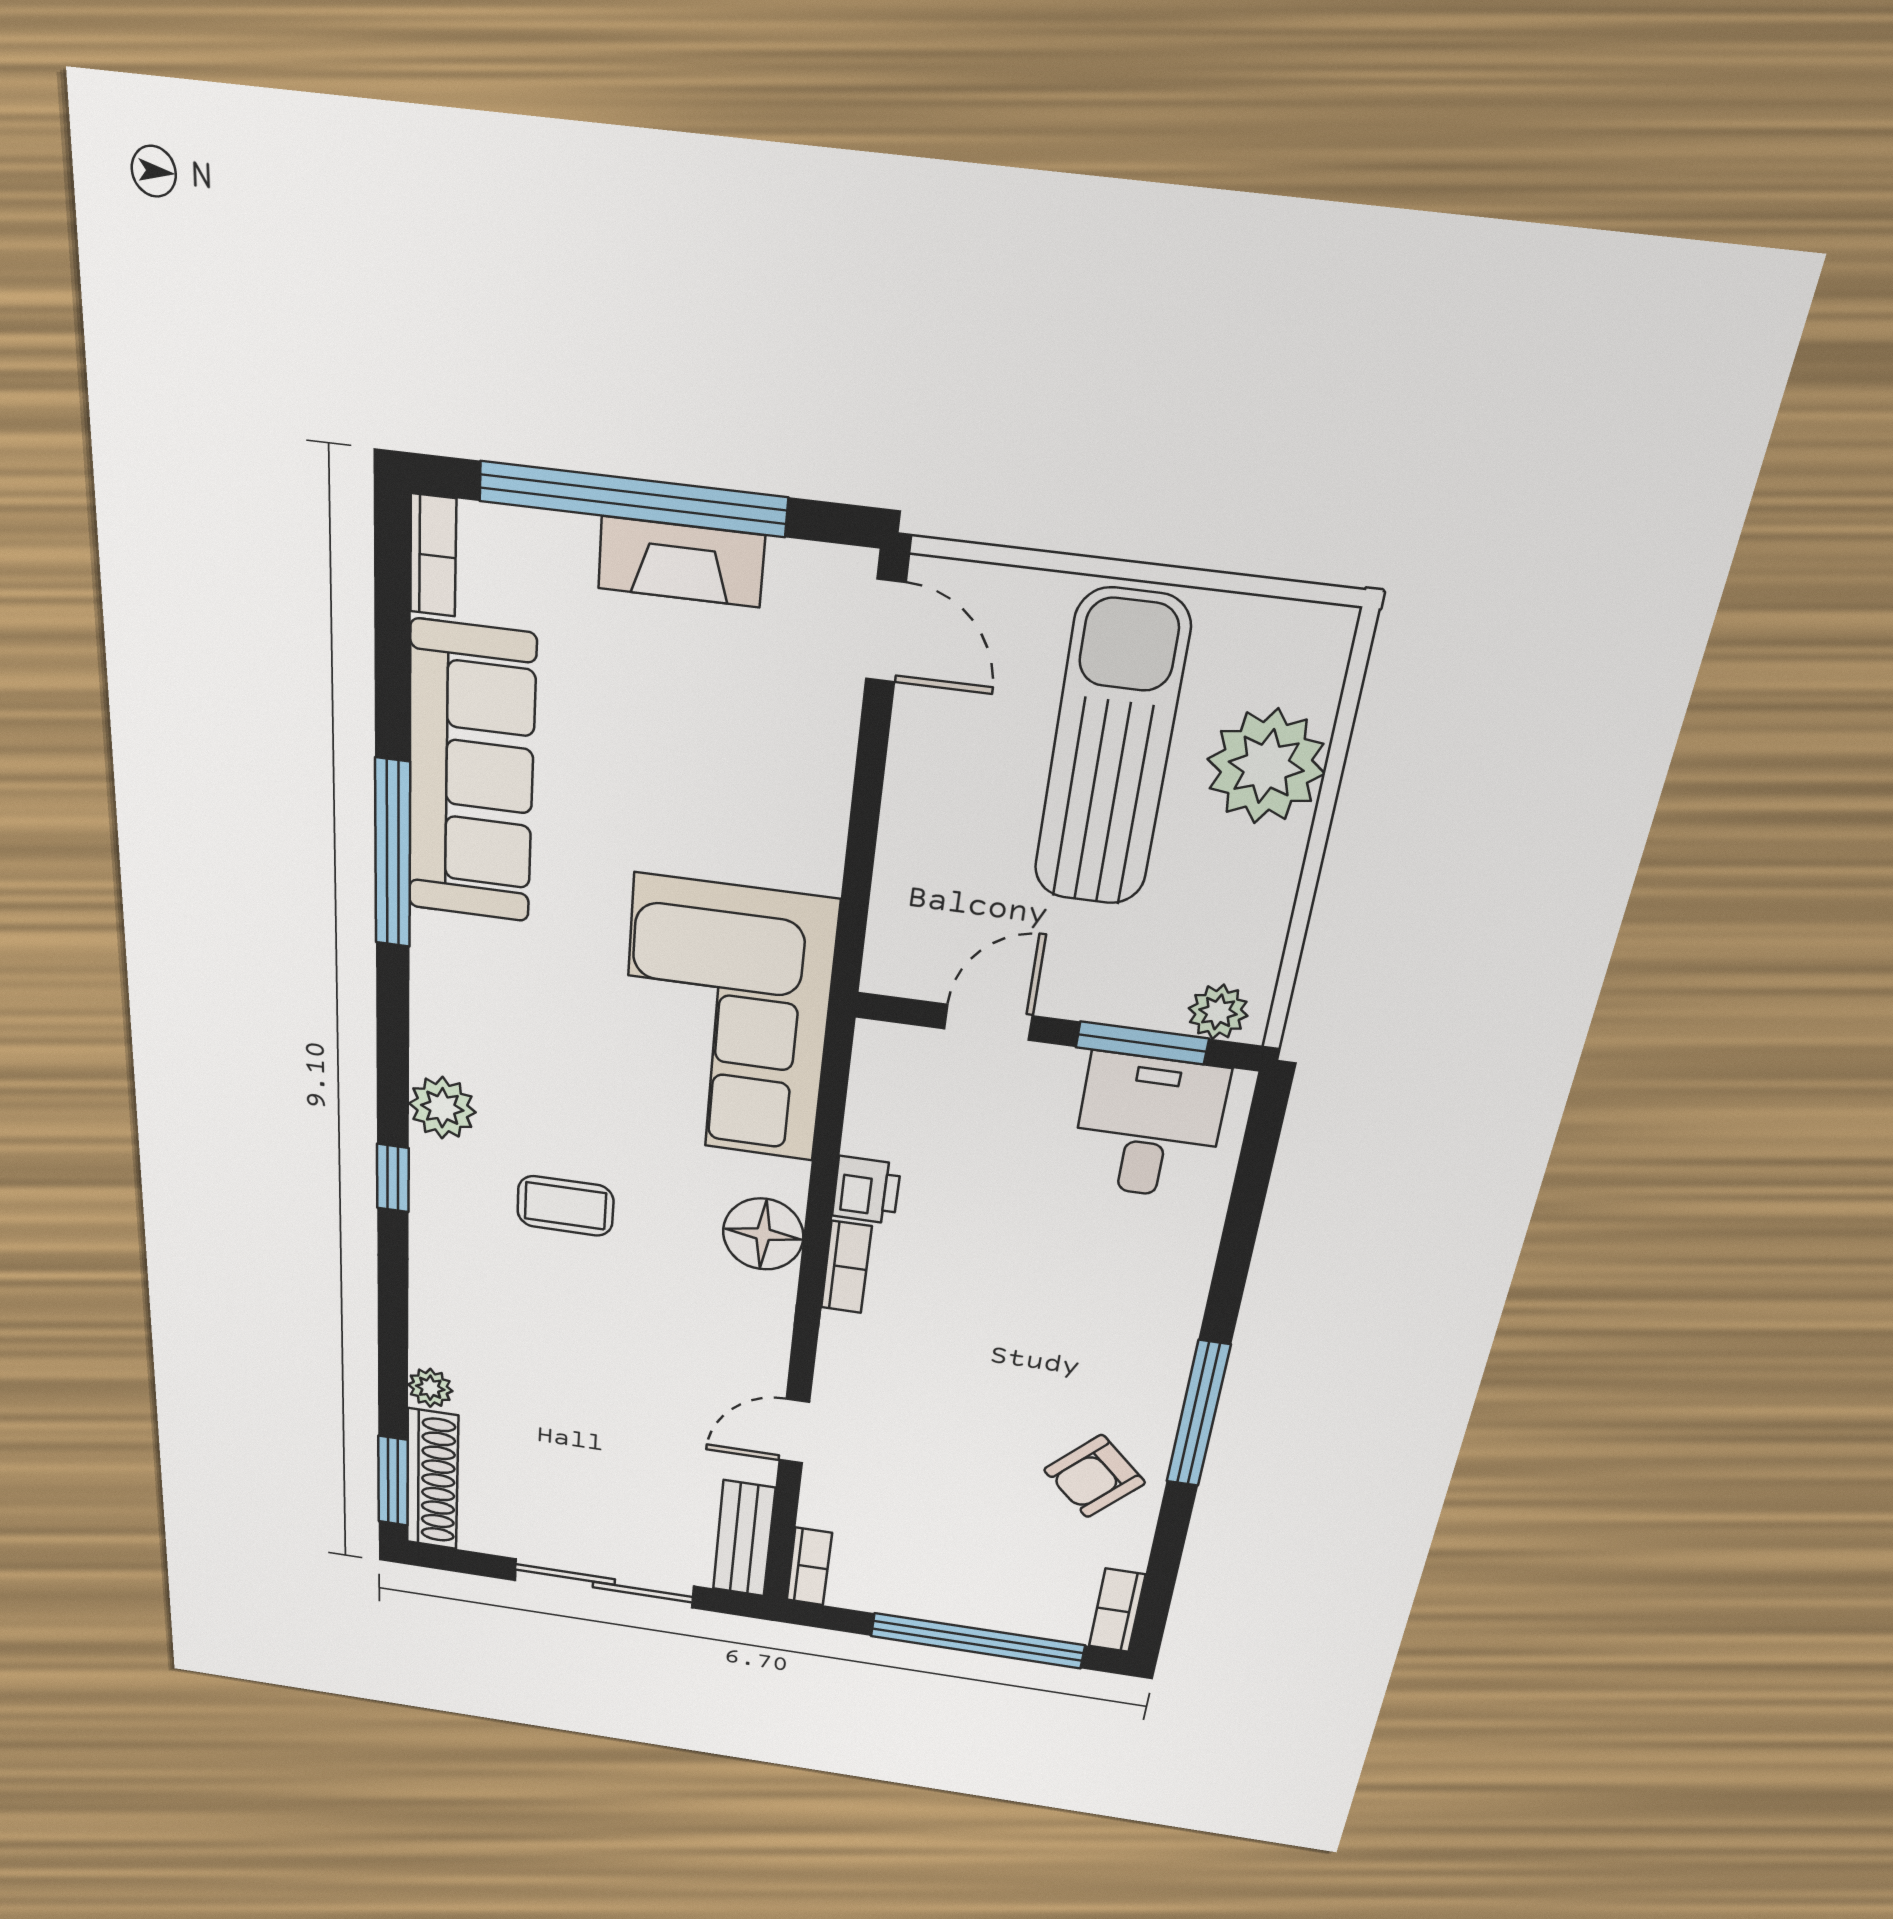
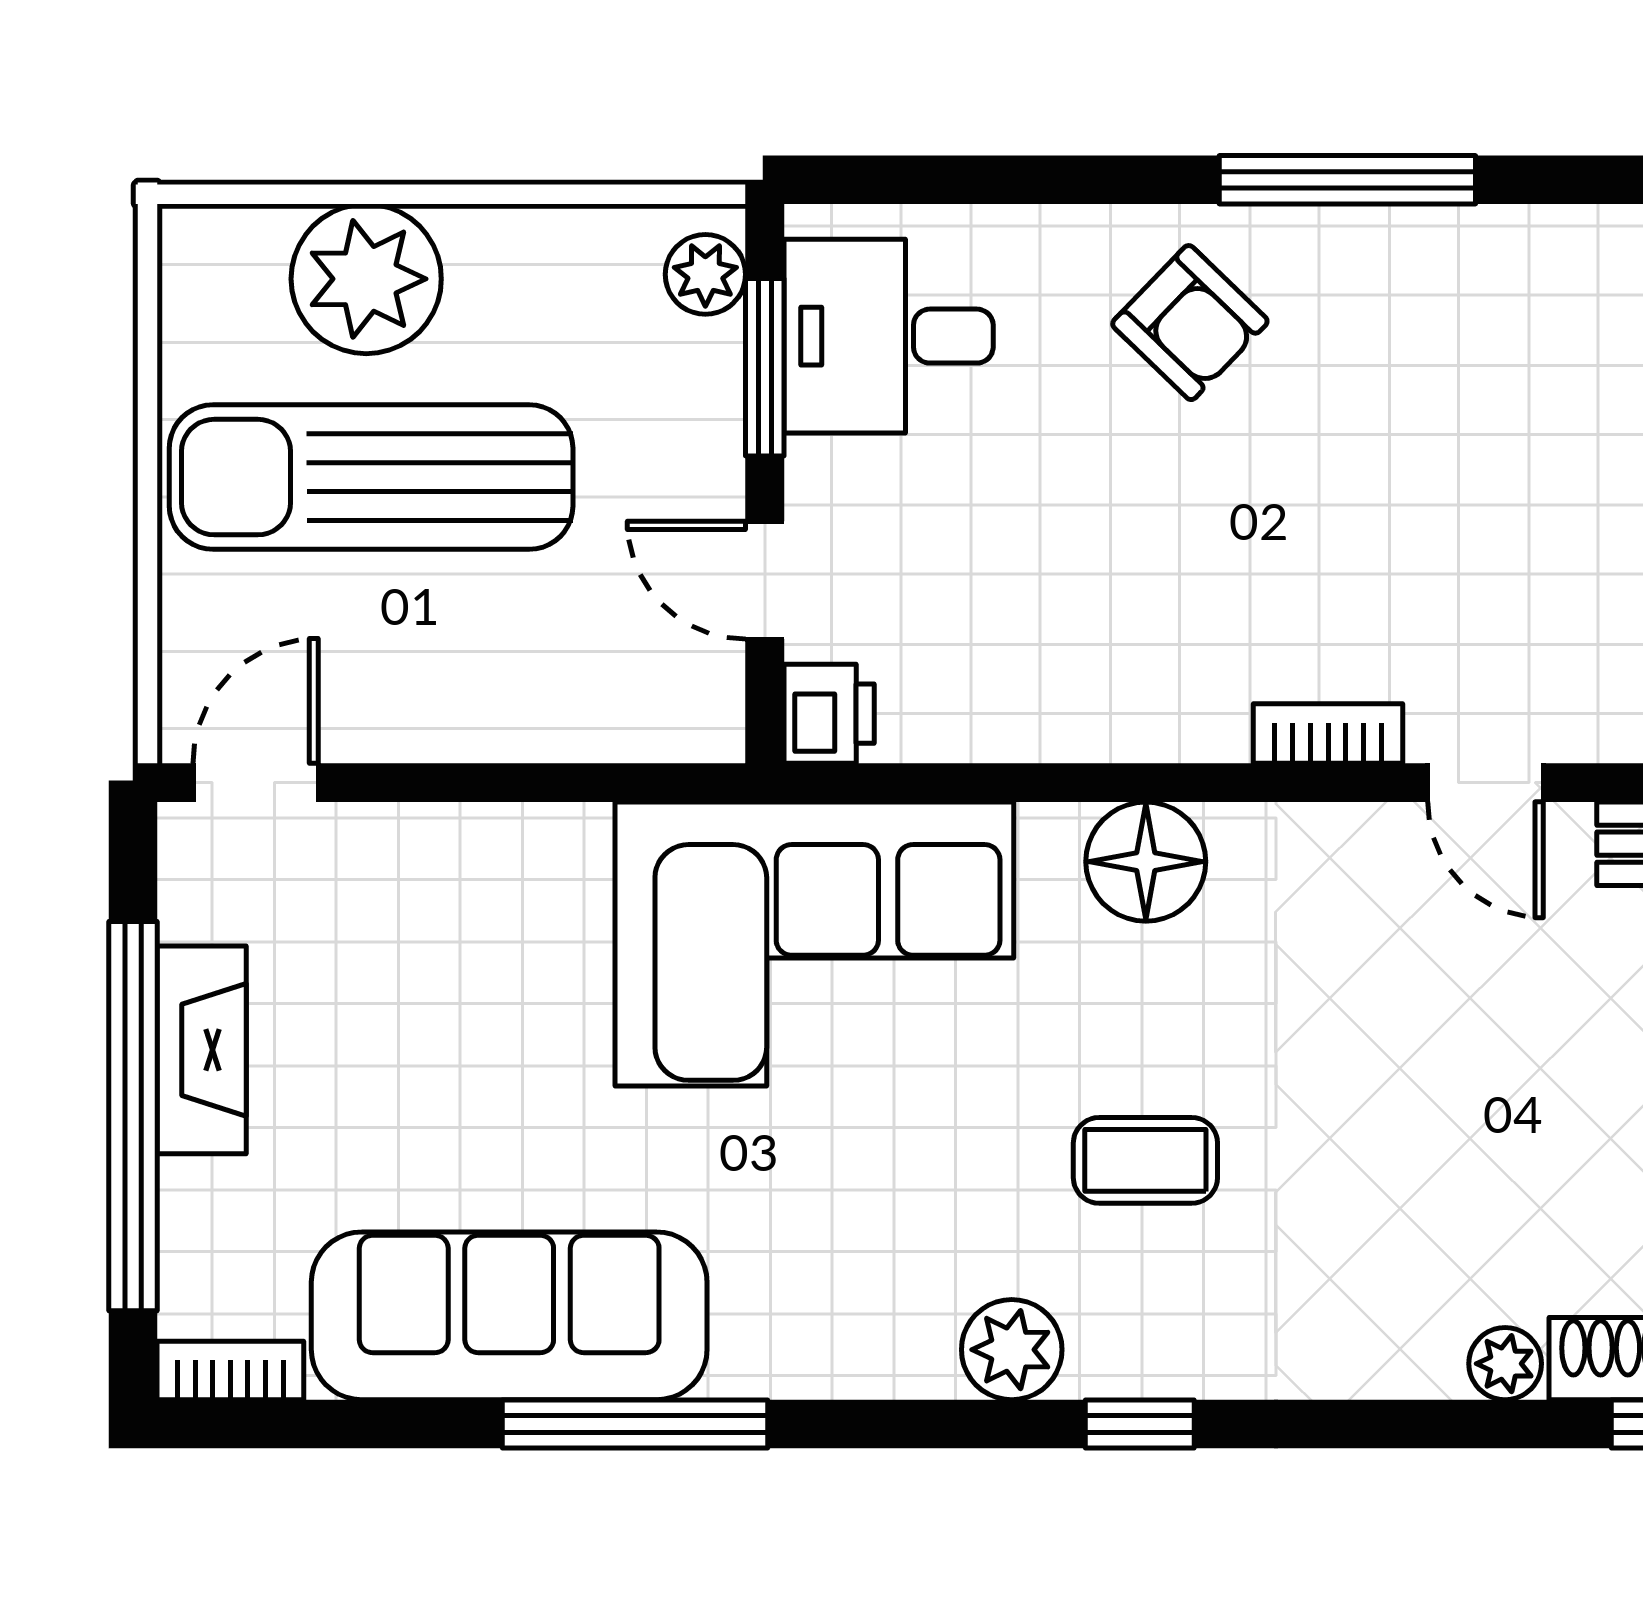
printer: (866, 1190) -> (829, 714), moved, turned 90
coffee table: (565, 1206) -> (1145, 1160), turned 90
bookcase: (846, 1267) -> (1328, 733), moved
armchair: (1095, 1476) -> (1190, 323), moved

